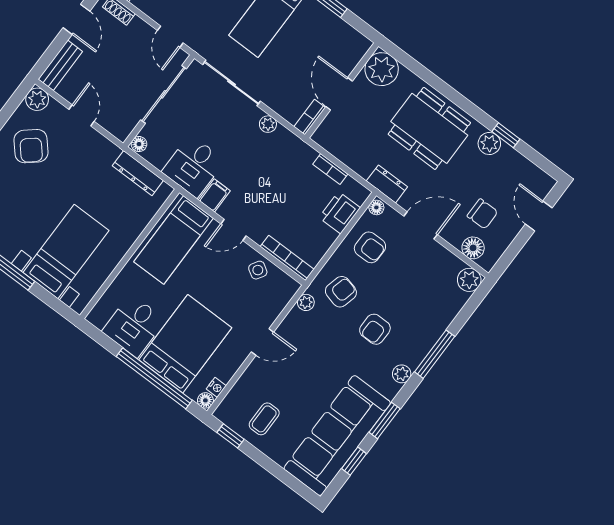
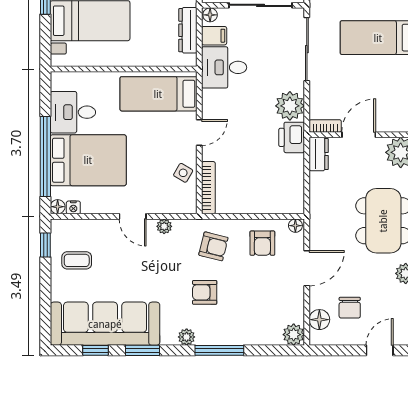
plant: (268, 124) -> (290, 106), width x1.87, depth x1.87
bookcase: (330, 169) -> (298, 170), removed
dresser: (387, 184) -> (319, 154), moved
filing cabinet: (214, 195) -> (214, 36), moved
printer: (340, 213) -> (292, 137), moved, turned -90
door: (421, 225) -> (307, 268), hinge flipped
door: (234, 230) -> (199, 133), swing flipped
plant: (306, 302) -> (164, 226), moved

